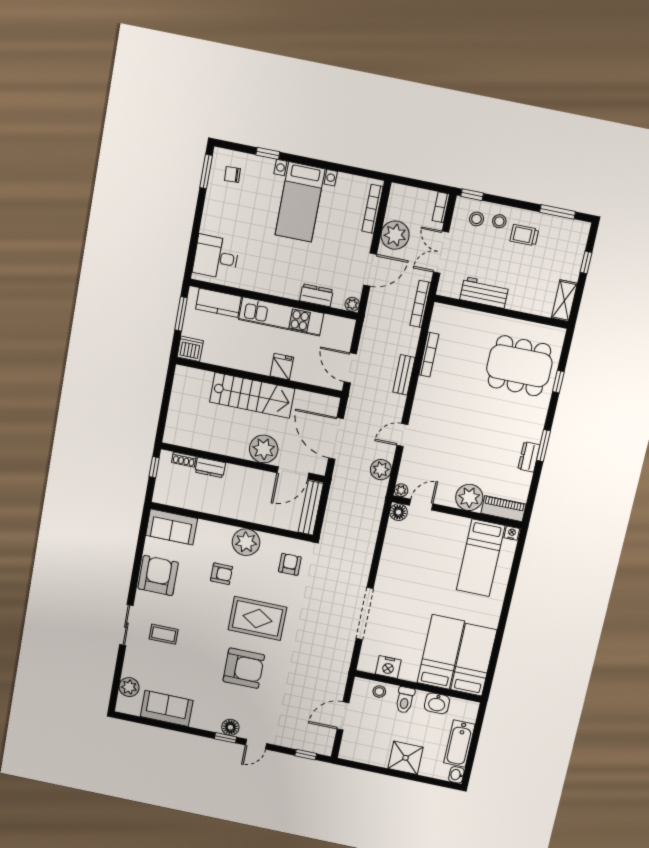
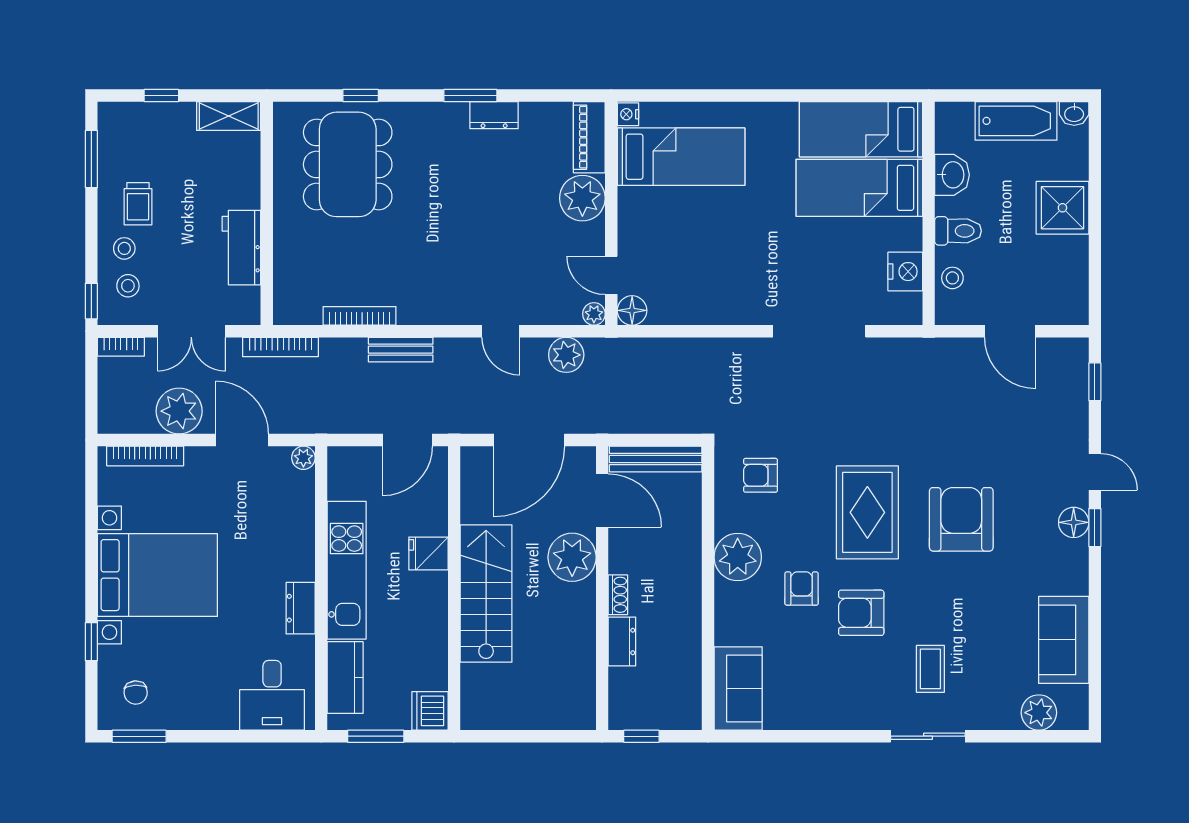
bed with nightstands: (300, 202) -> (157, 575), width x1.36
dresser: (316, 295) -> (301, 608), moved
shoe rack: (184, 460) -> (618, 595), moved
armchair: (158, 576) -> (861, 613), moved, width x0.73, depth x0.73

